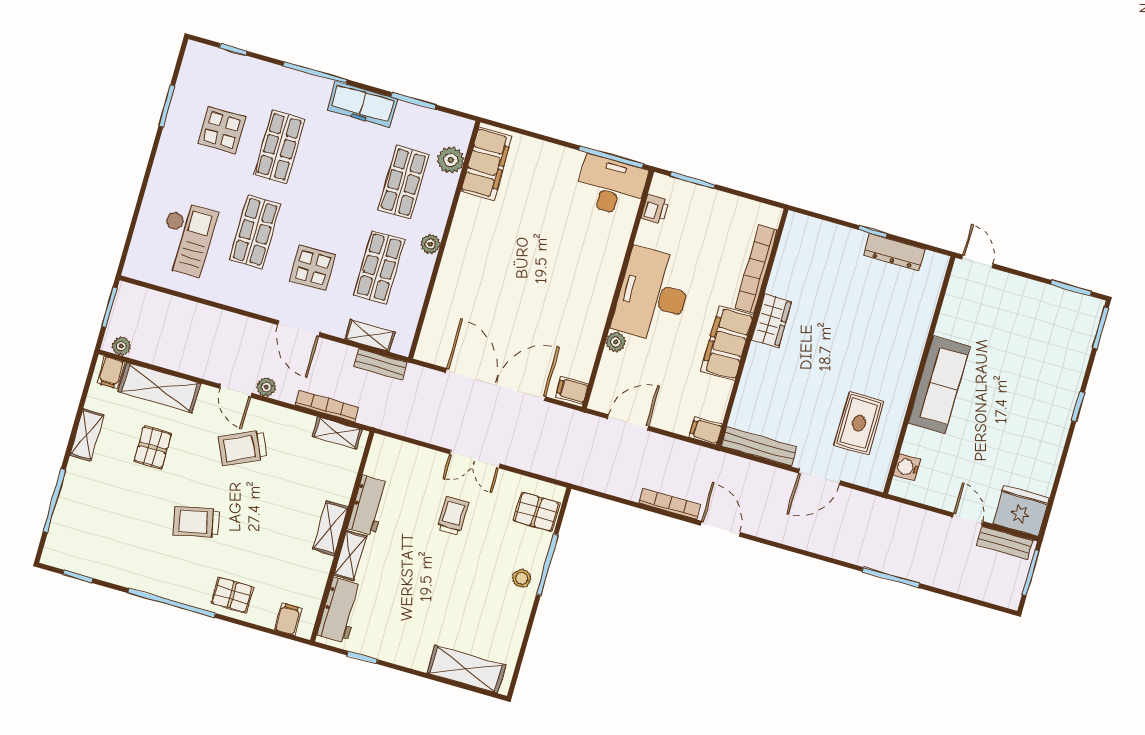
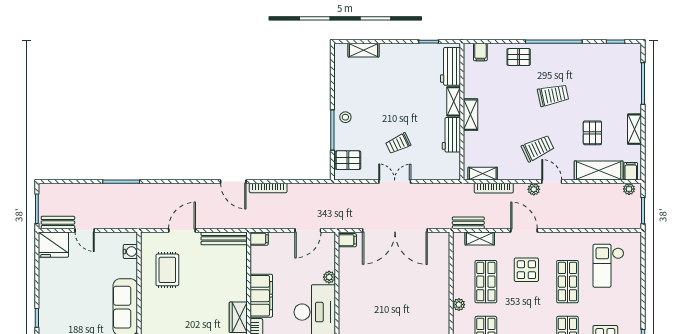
trolley: (453, 516) -> (398, 143), turned 65
shelving: (466, 669) -> (364, 50), width x0.67, depth x0.75

